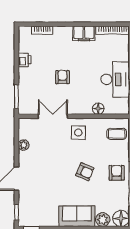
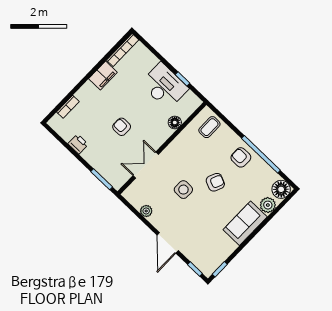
side table: (78, 133) -> (183, 190), moved

